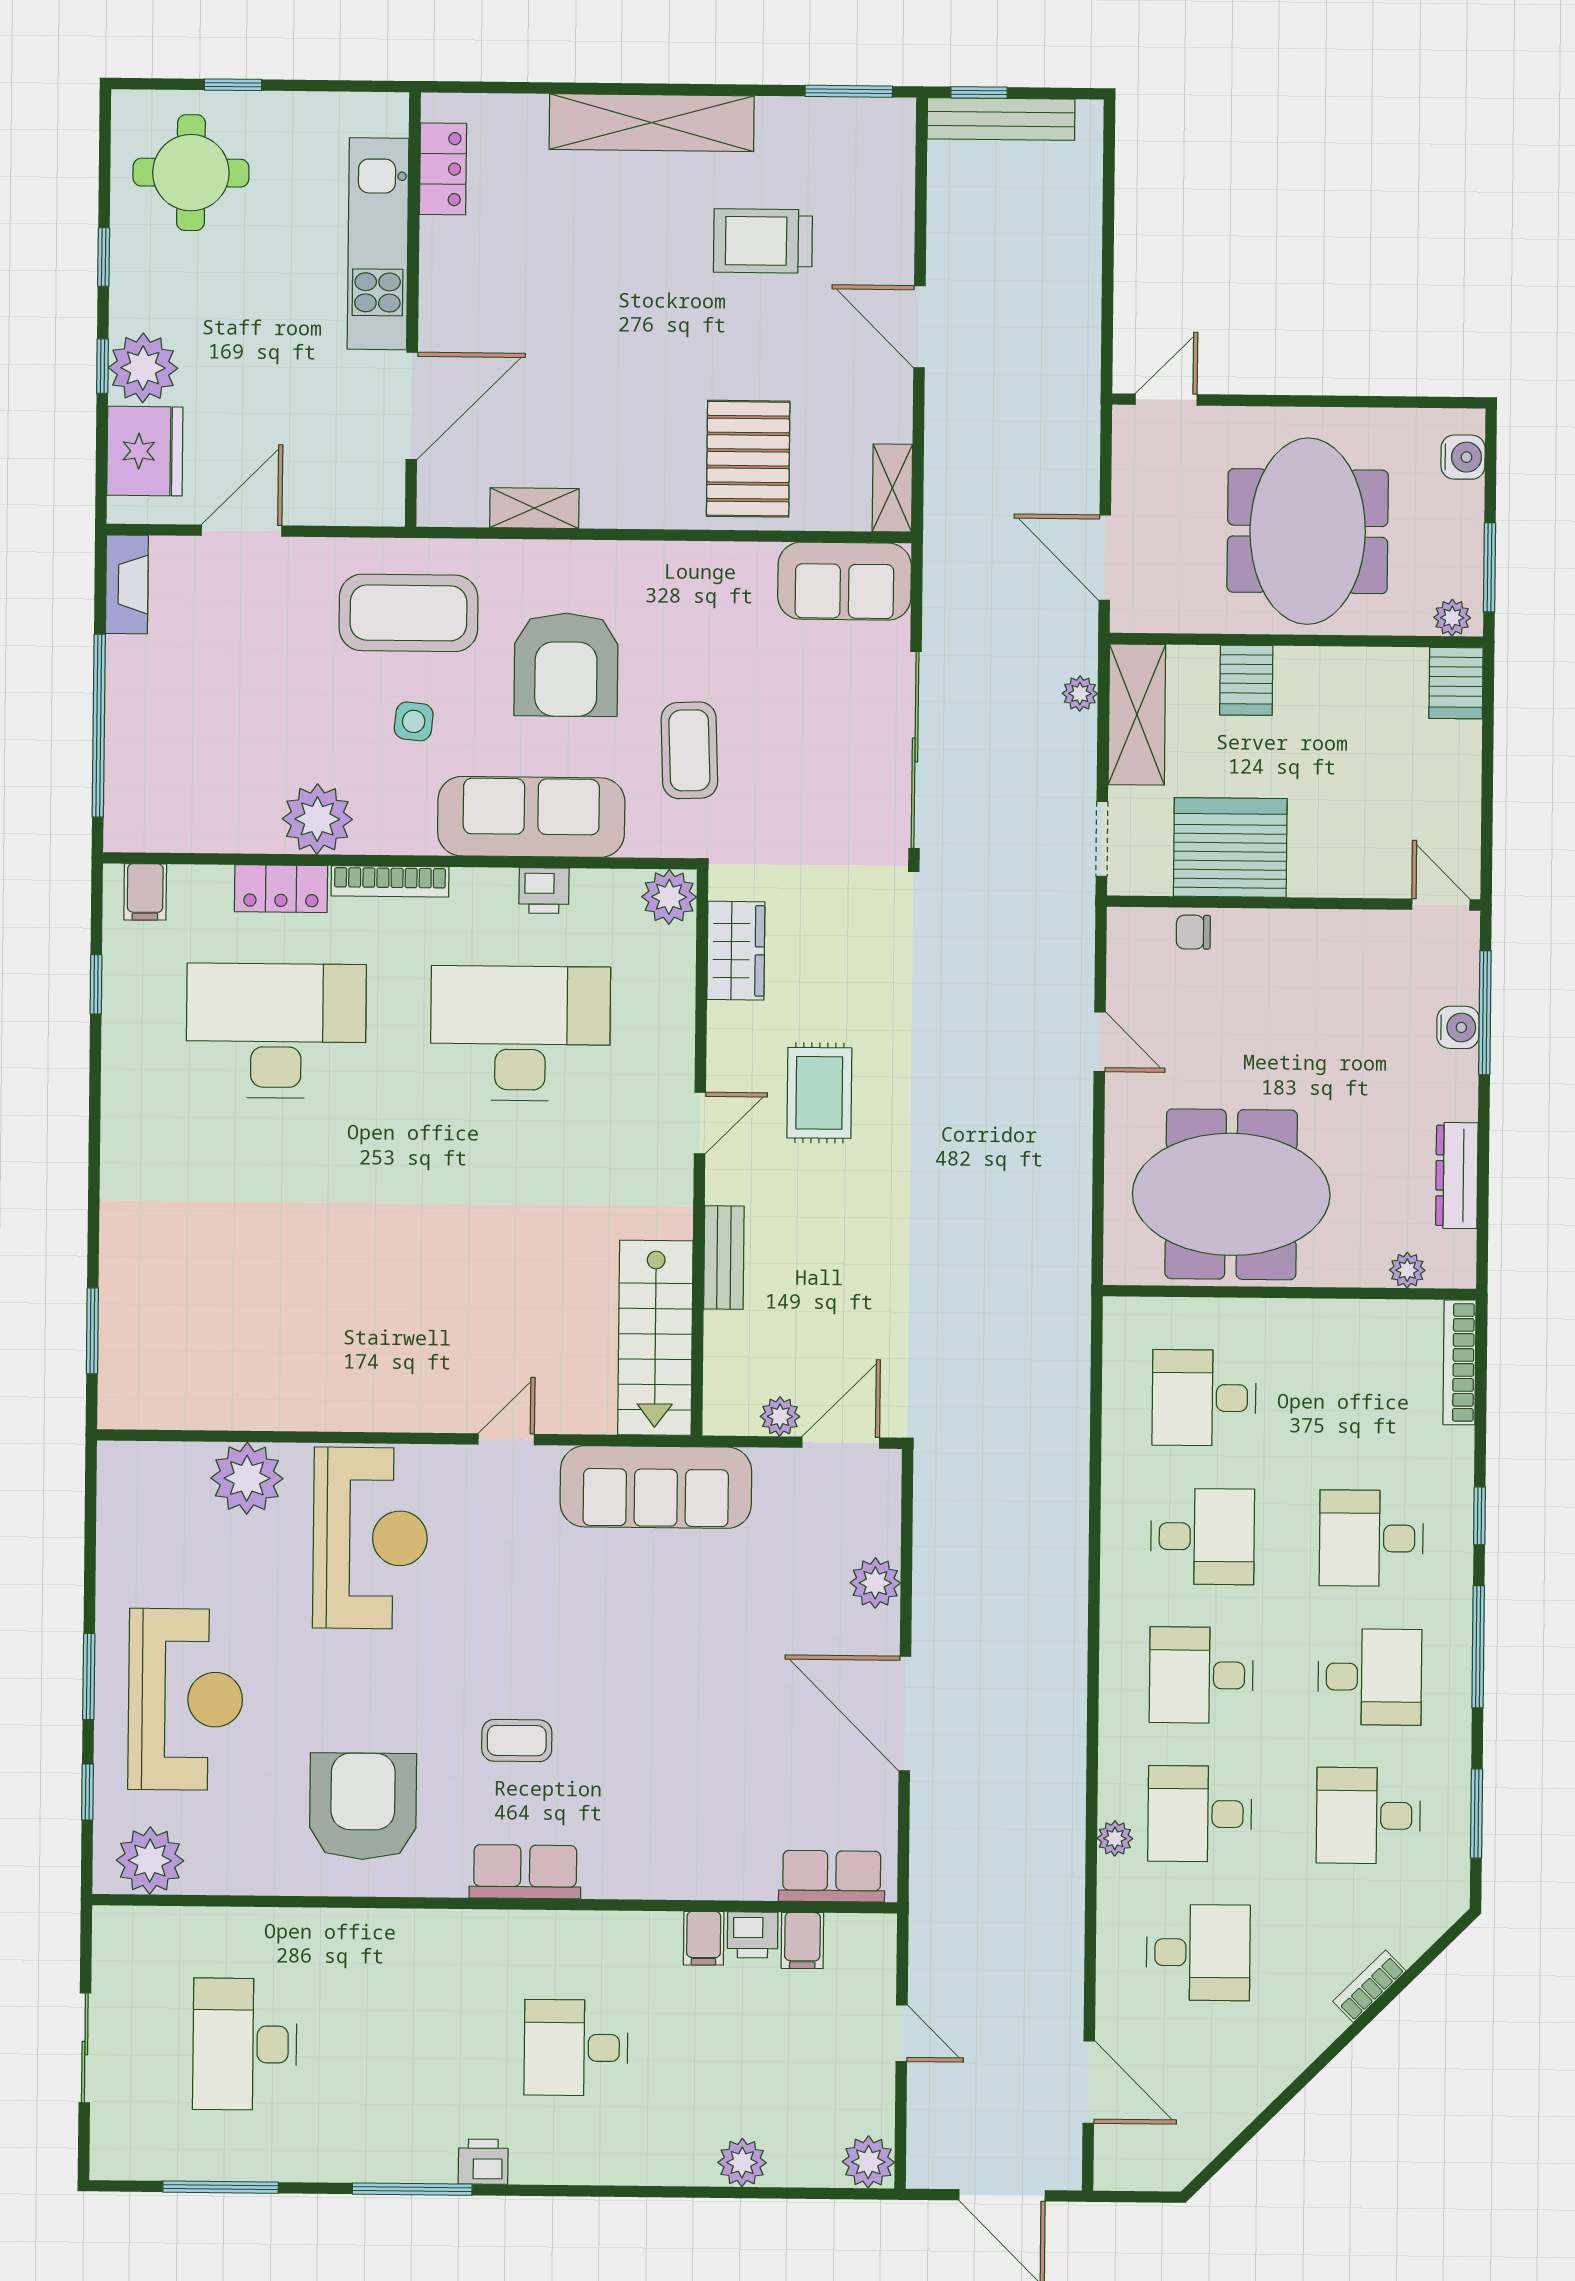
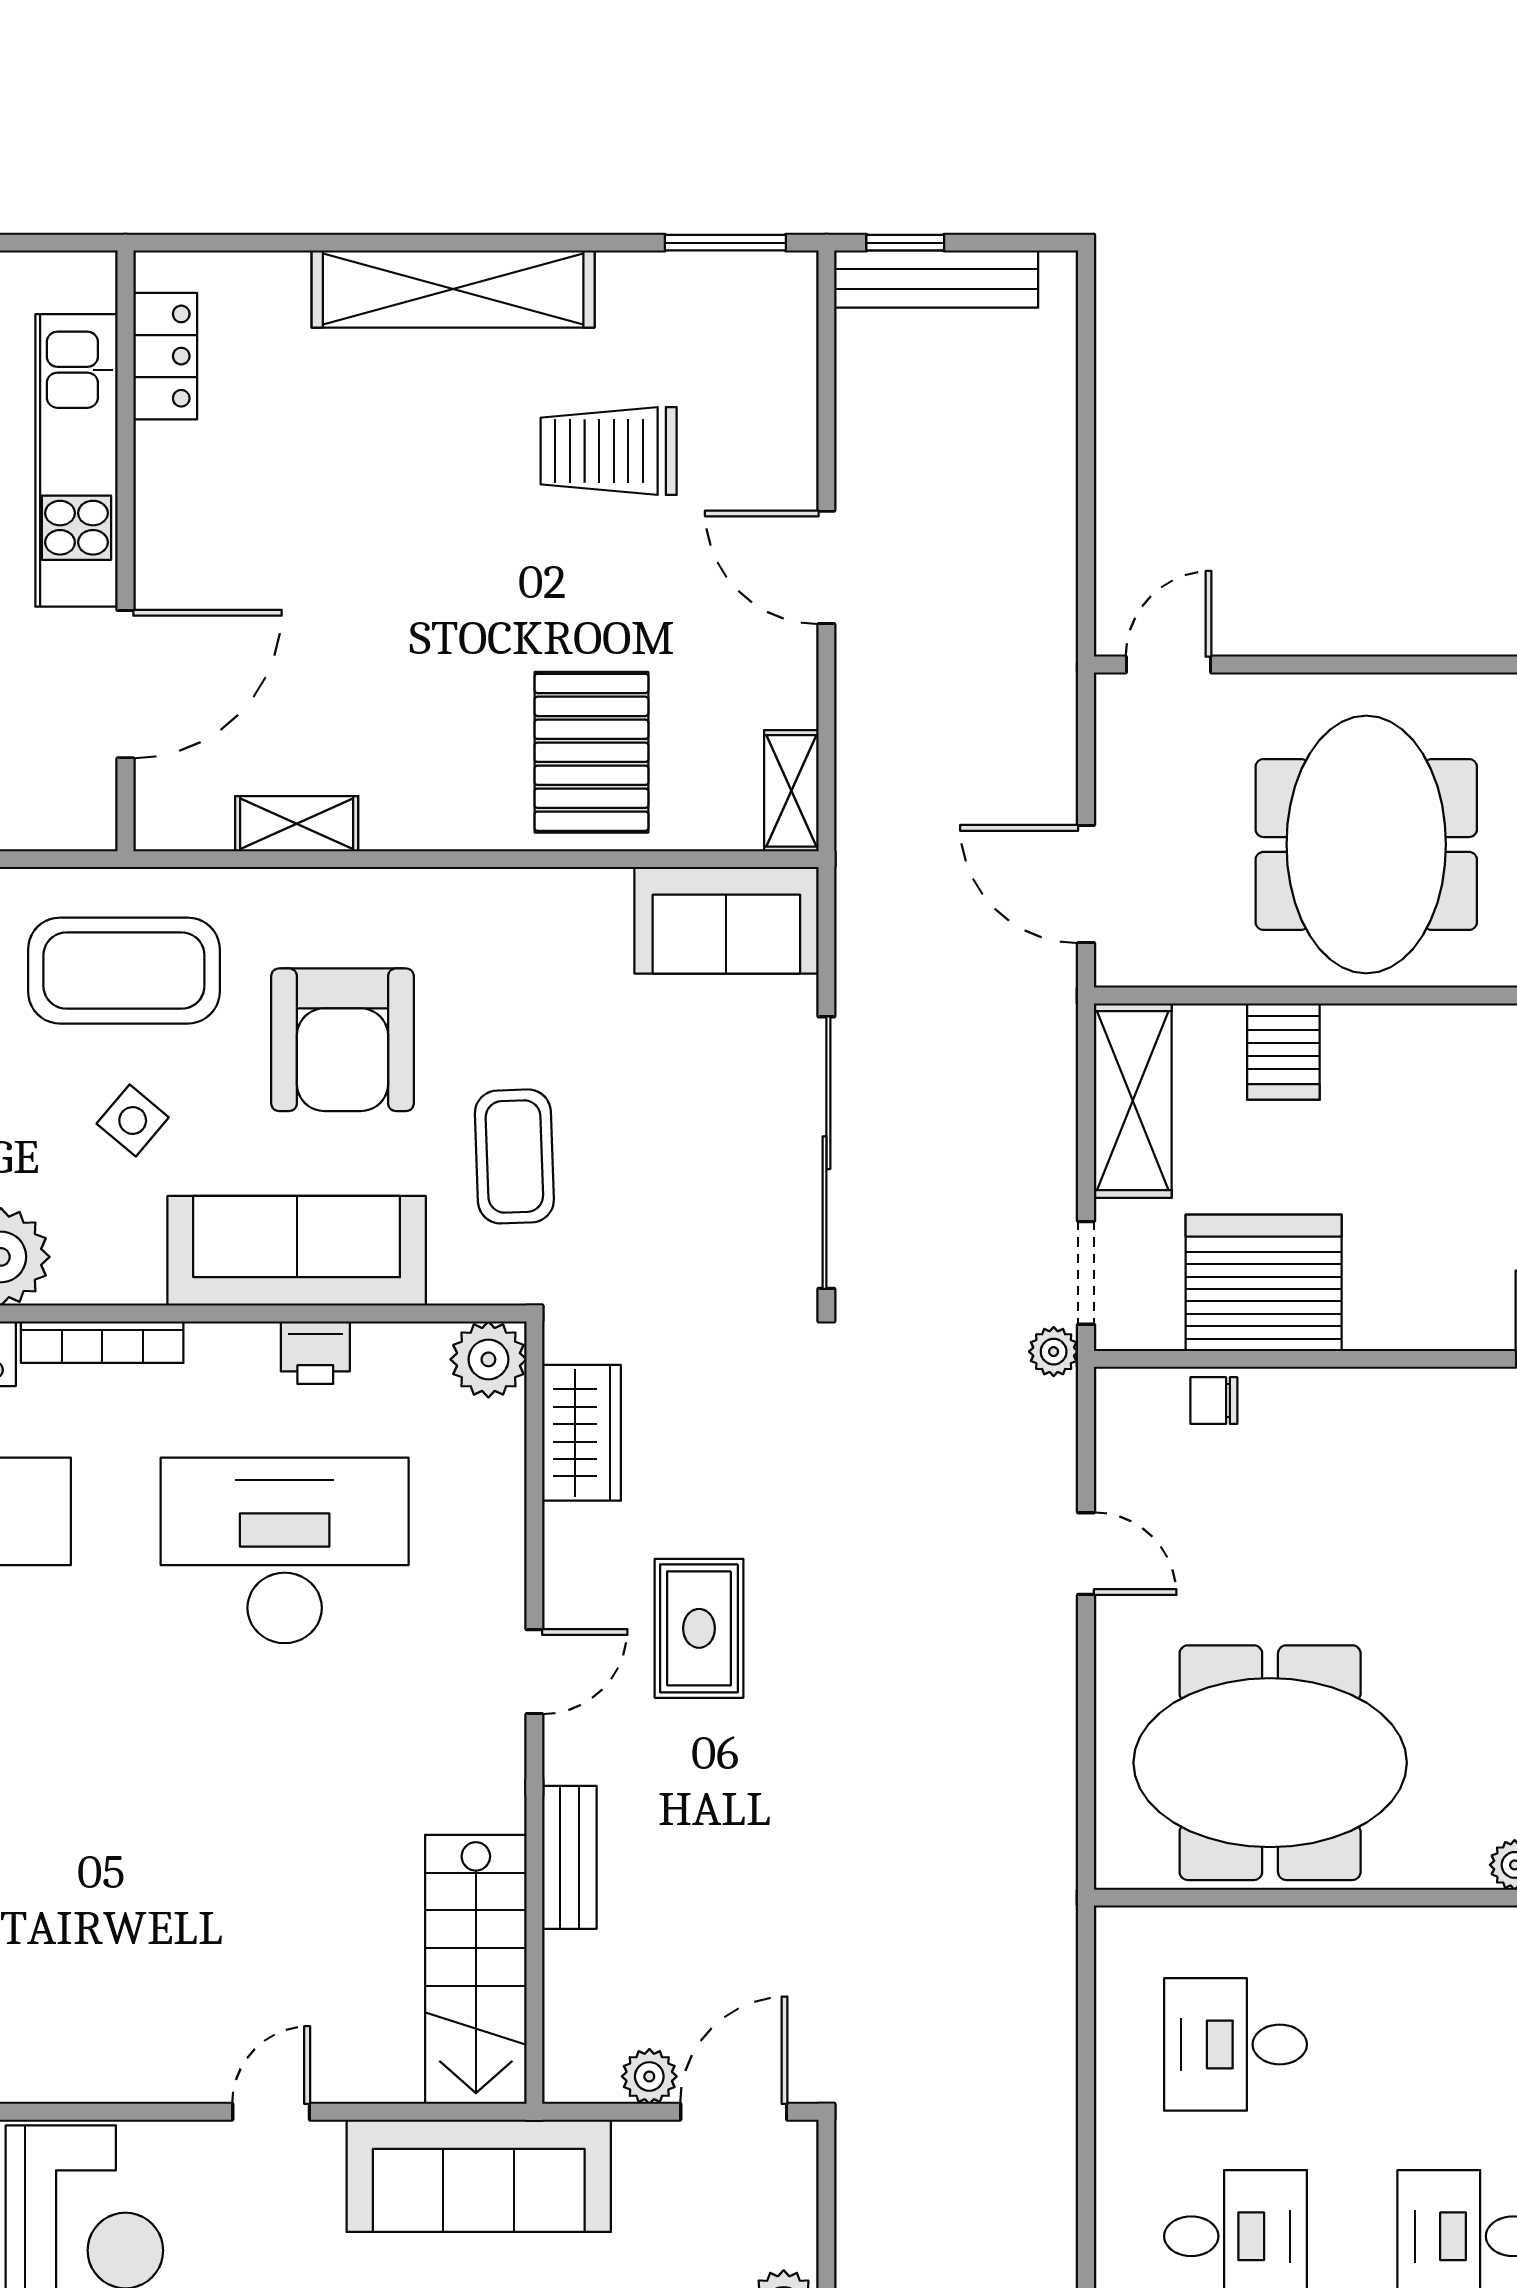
plant: (1080, 693) -> (1054, 1352), moved
side table: (414, 721) -> (133, 1120), turned 34

